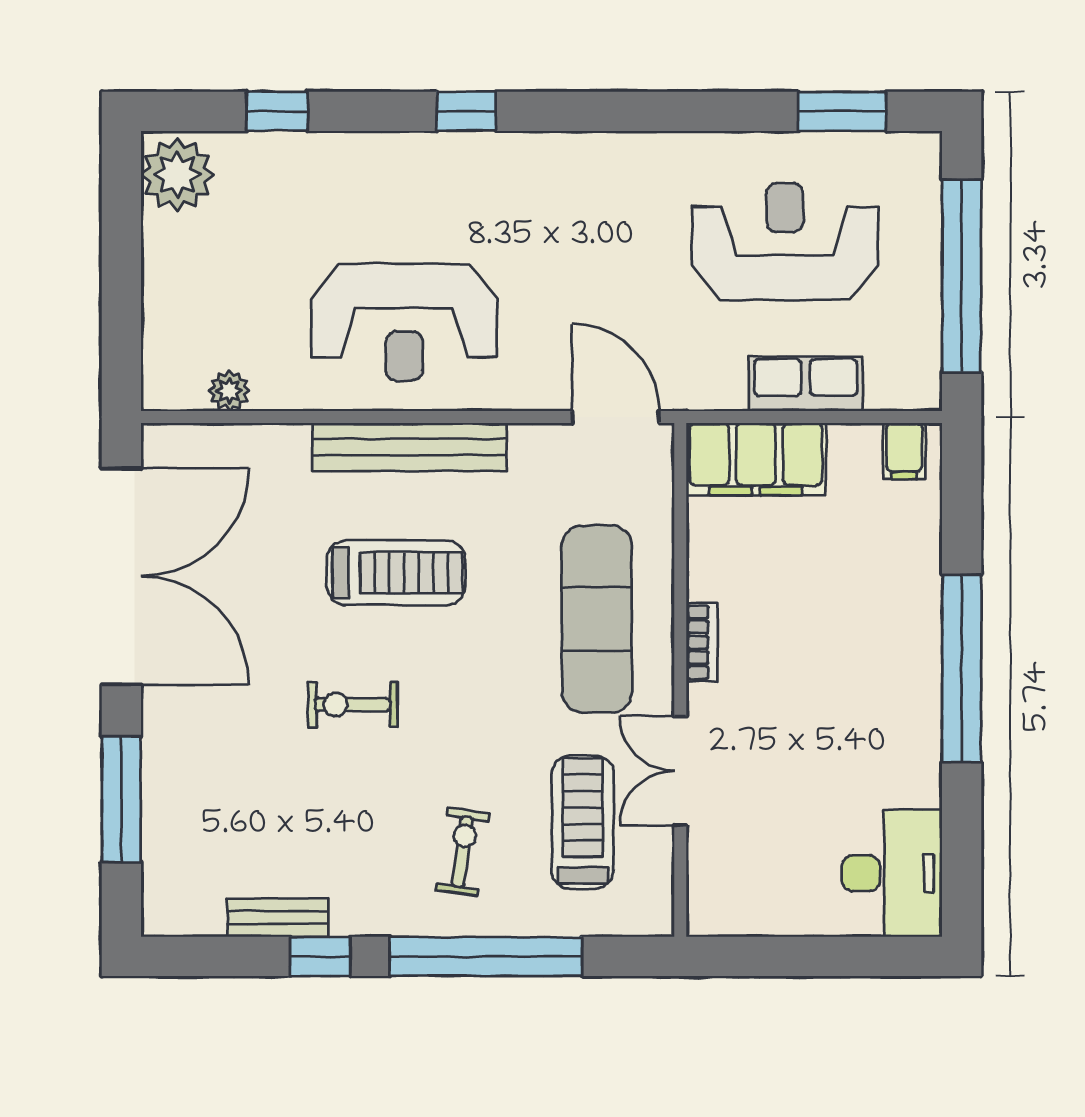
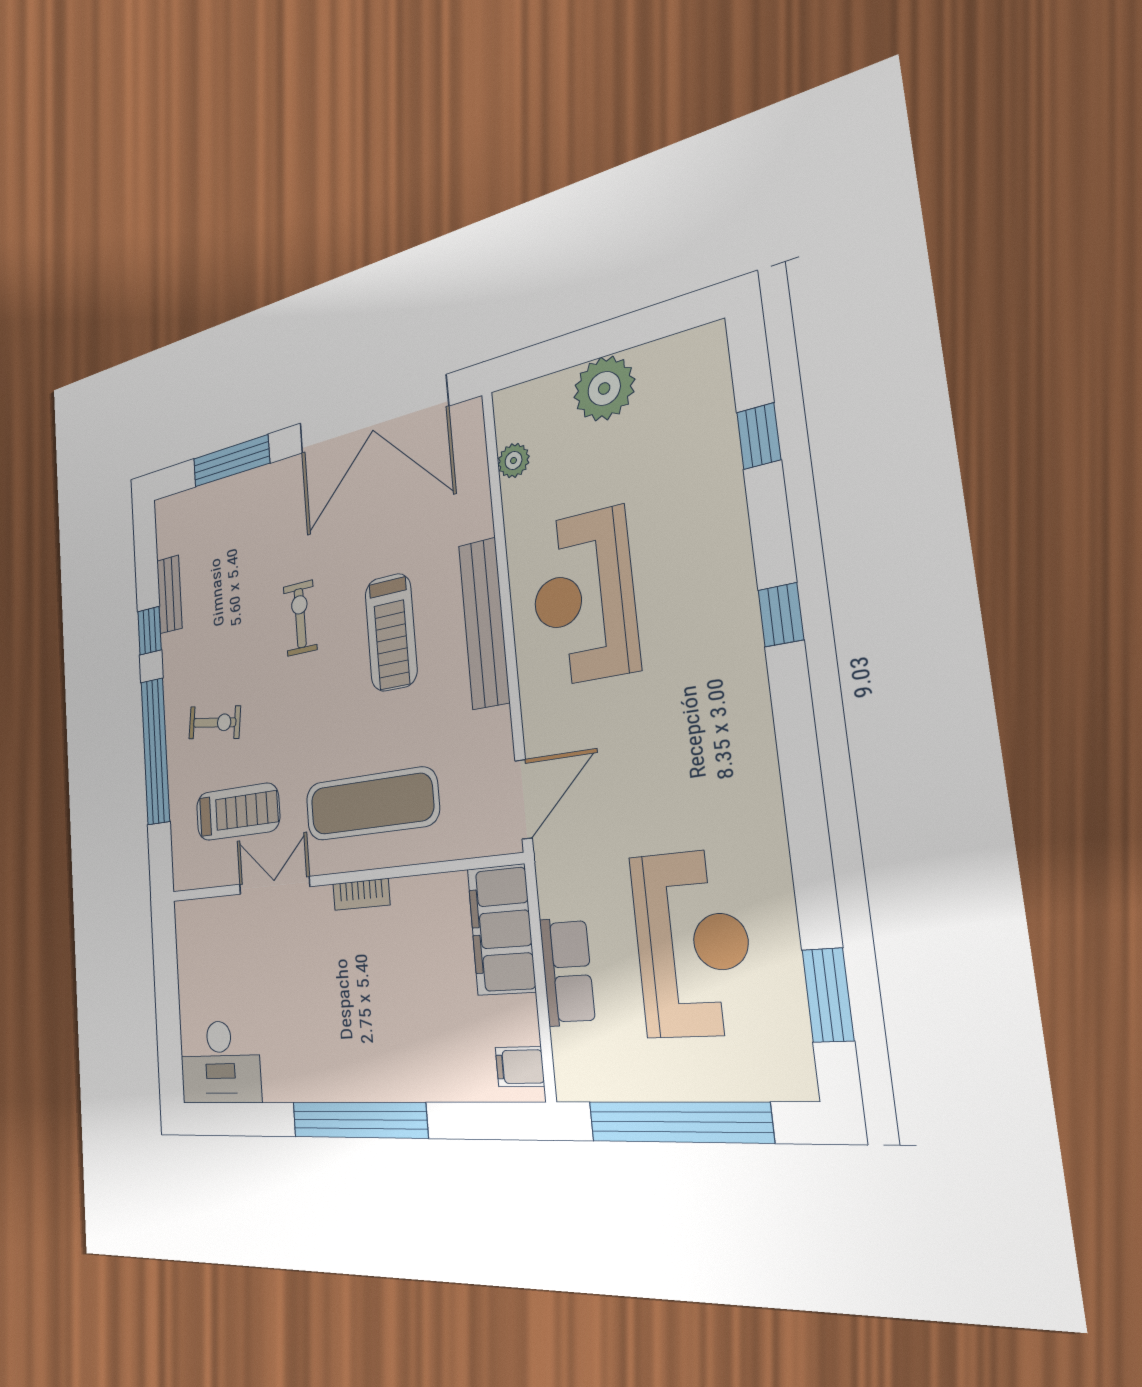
plant: (177, 175) -> (604, 388), moved

